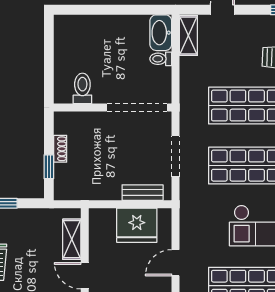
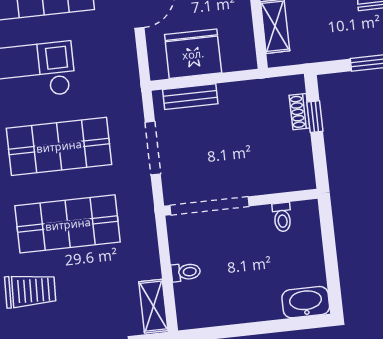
washbasin: (161, 33) -> (306, 302), moved, turned -90
toilet: (82, 88) -> (282, 217), width x0.73, depth x0.72
shoe rack: (60, 149) -> (300, 112), moved

